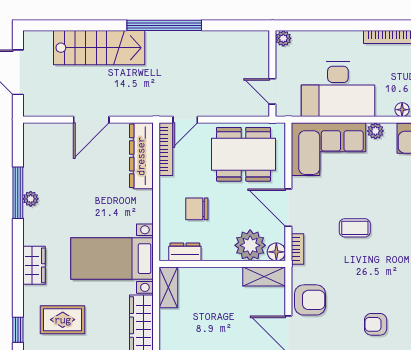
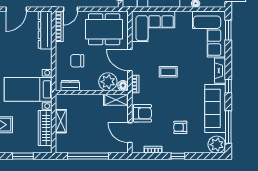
plant: (375, 131) -> (180, 16), removed
shelving: (168, 287) -> (61, 121), moved

